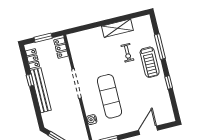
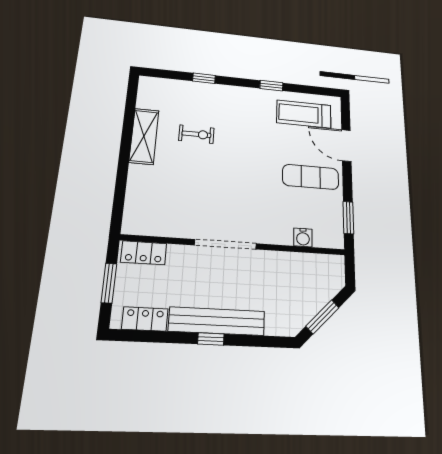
window: (160, 47) -> (204, 78), width x0.46
treadmill: (150, 62) -> (304, 114), moved, turned 180
window: (30, 80) -> (211, 339), moved
exercise mat: (109, 96) -> (311, 177), moved, width x0.73, depth x0.69

